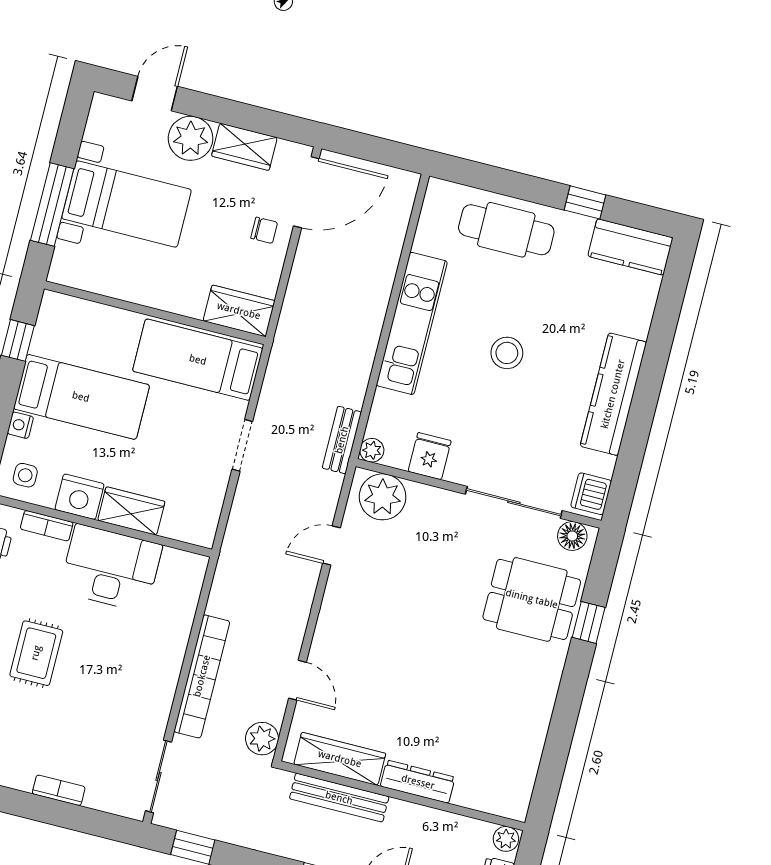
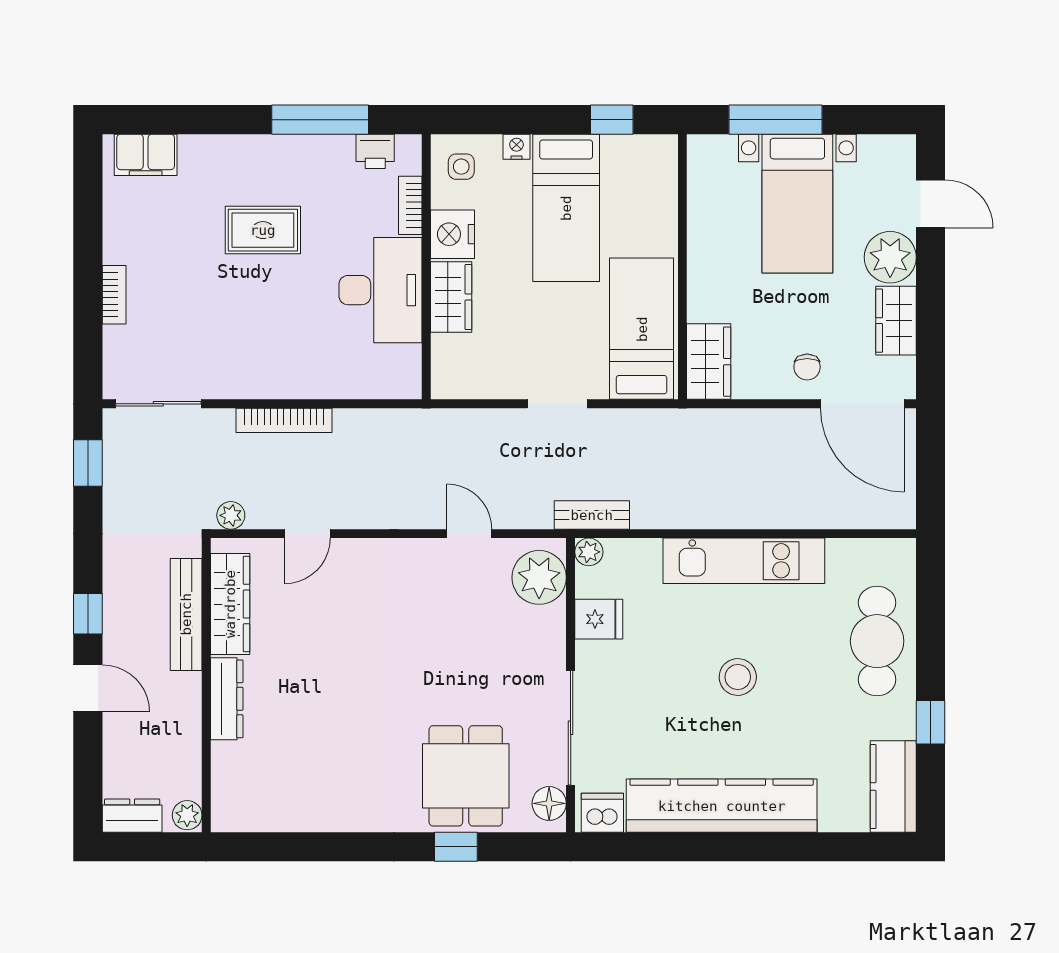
kitchen counter: (613, 394) -> (722, 806), width x1.39, depth x1.17
bookcase: (202, 676) -> (284, 420), width x0.68, depth x0.76
plant: (262, 739) -> (231, 515), width x0.73, depth x0.73

